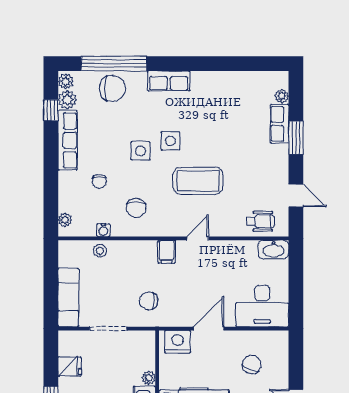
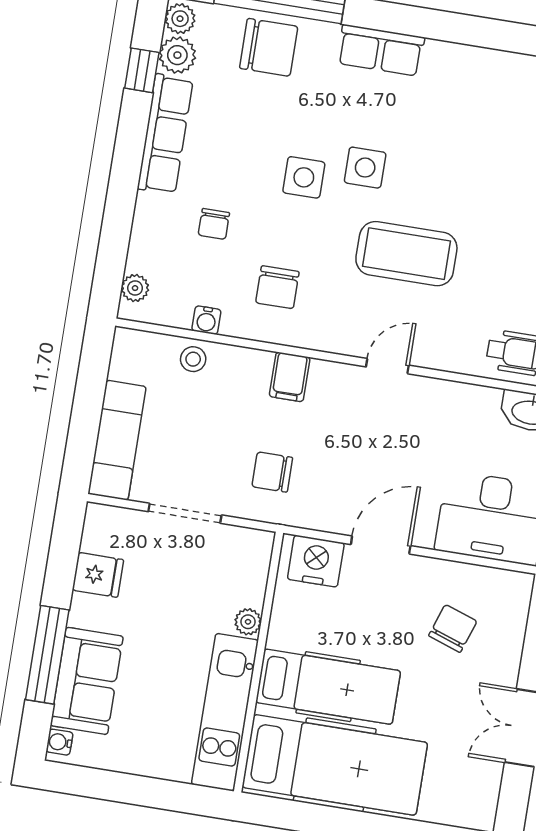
filing cabinet: (167, 252) -> (290, 377), moved

